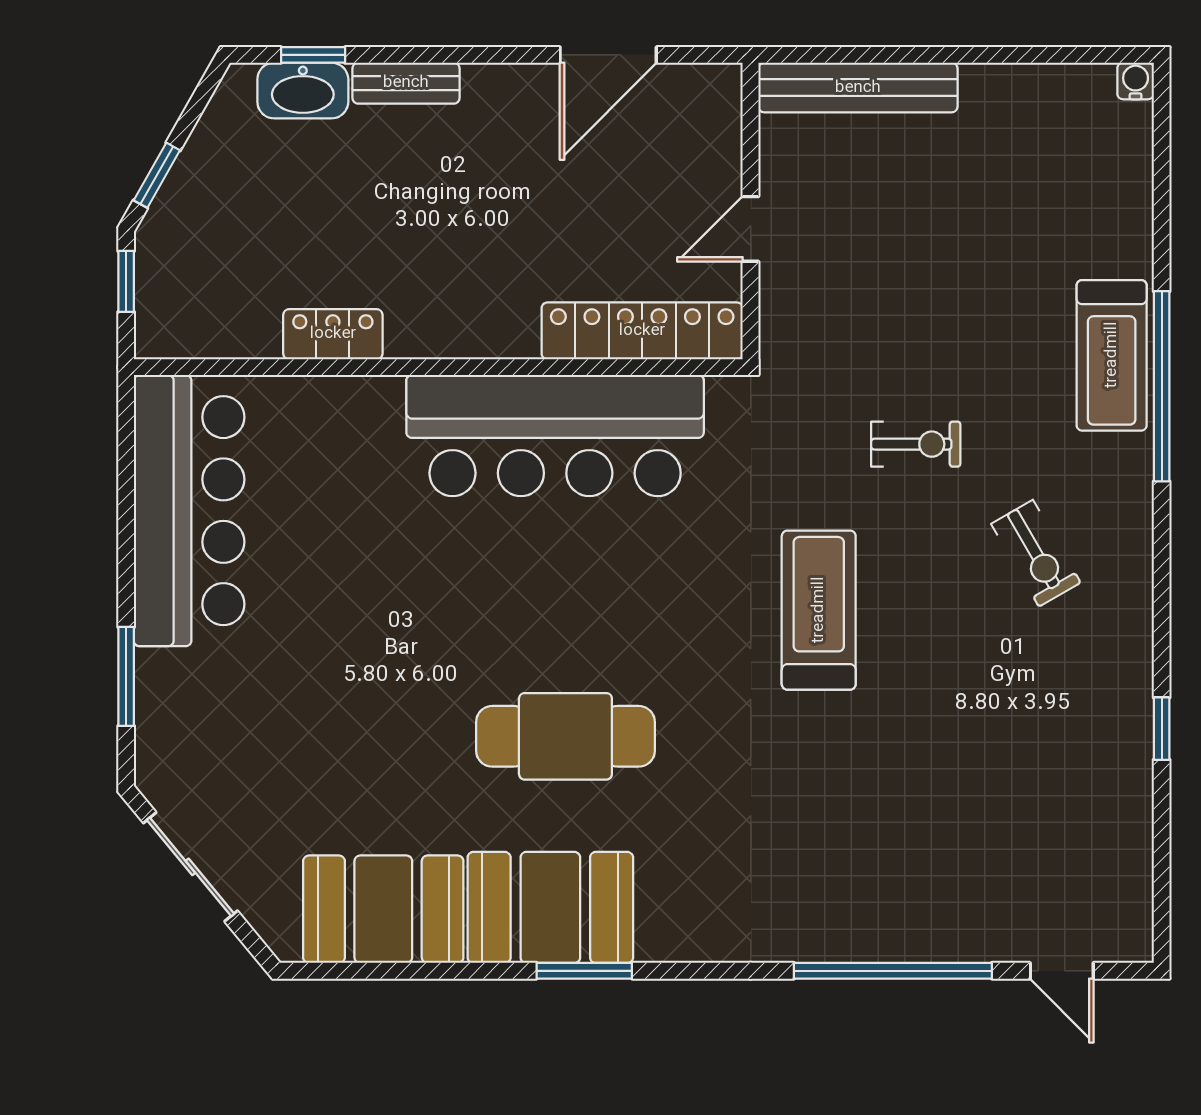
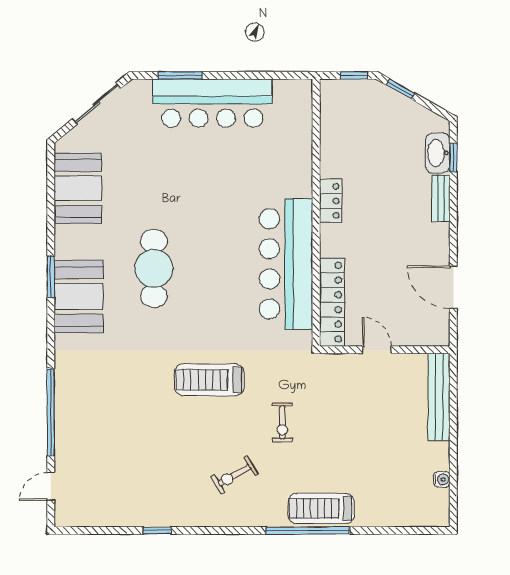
water cooler: (1136, 81) -> (442, 479), moved
locker: (333, 334) -> (331, 201), moved
bar counter: (189, 511) -> (212, 103), moved
treadmill: (819, 610) -> (209, 380), turned 180
booth: (550, 907) -> (79, 296), moved

